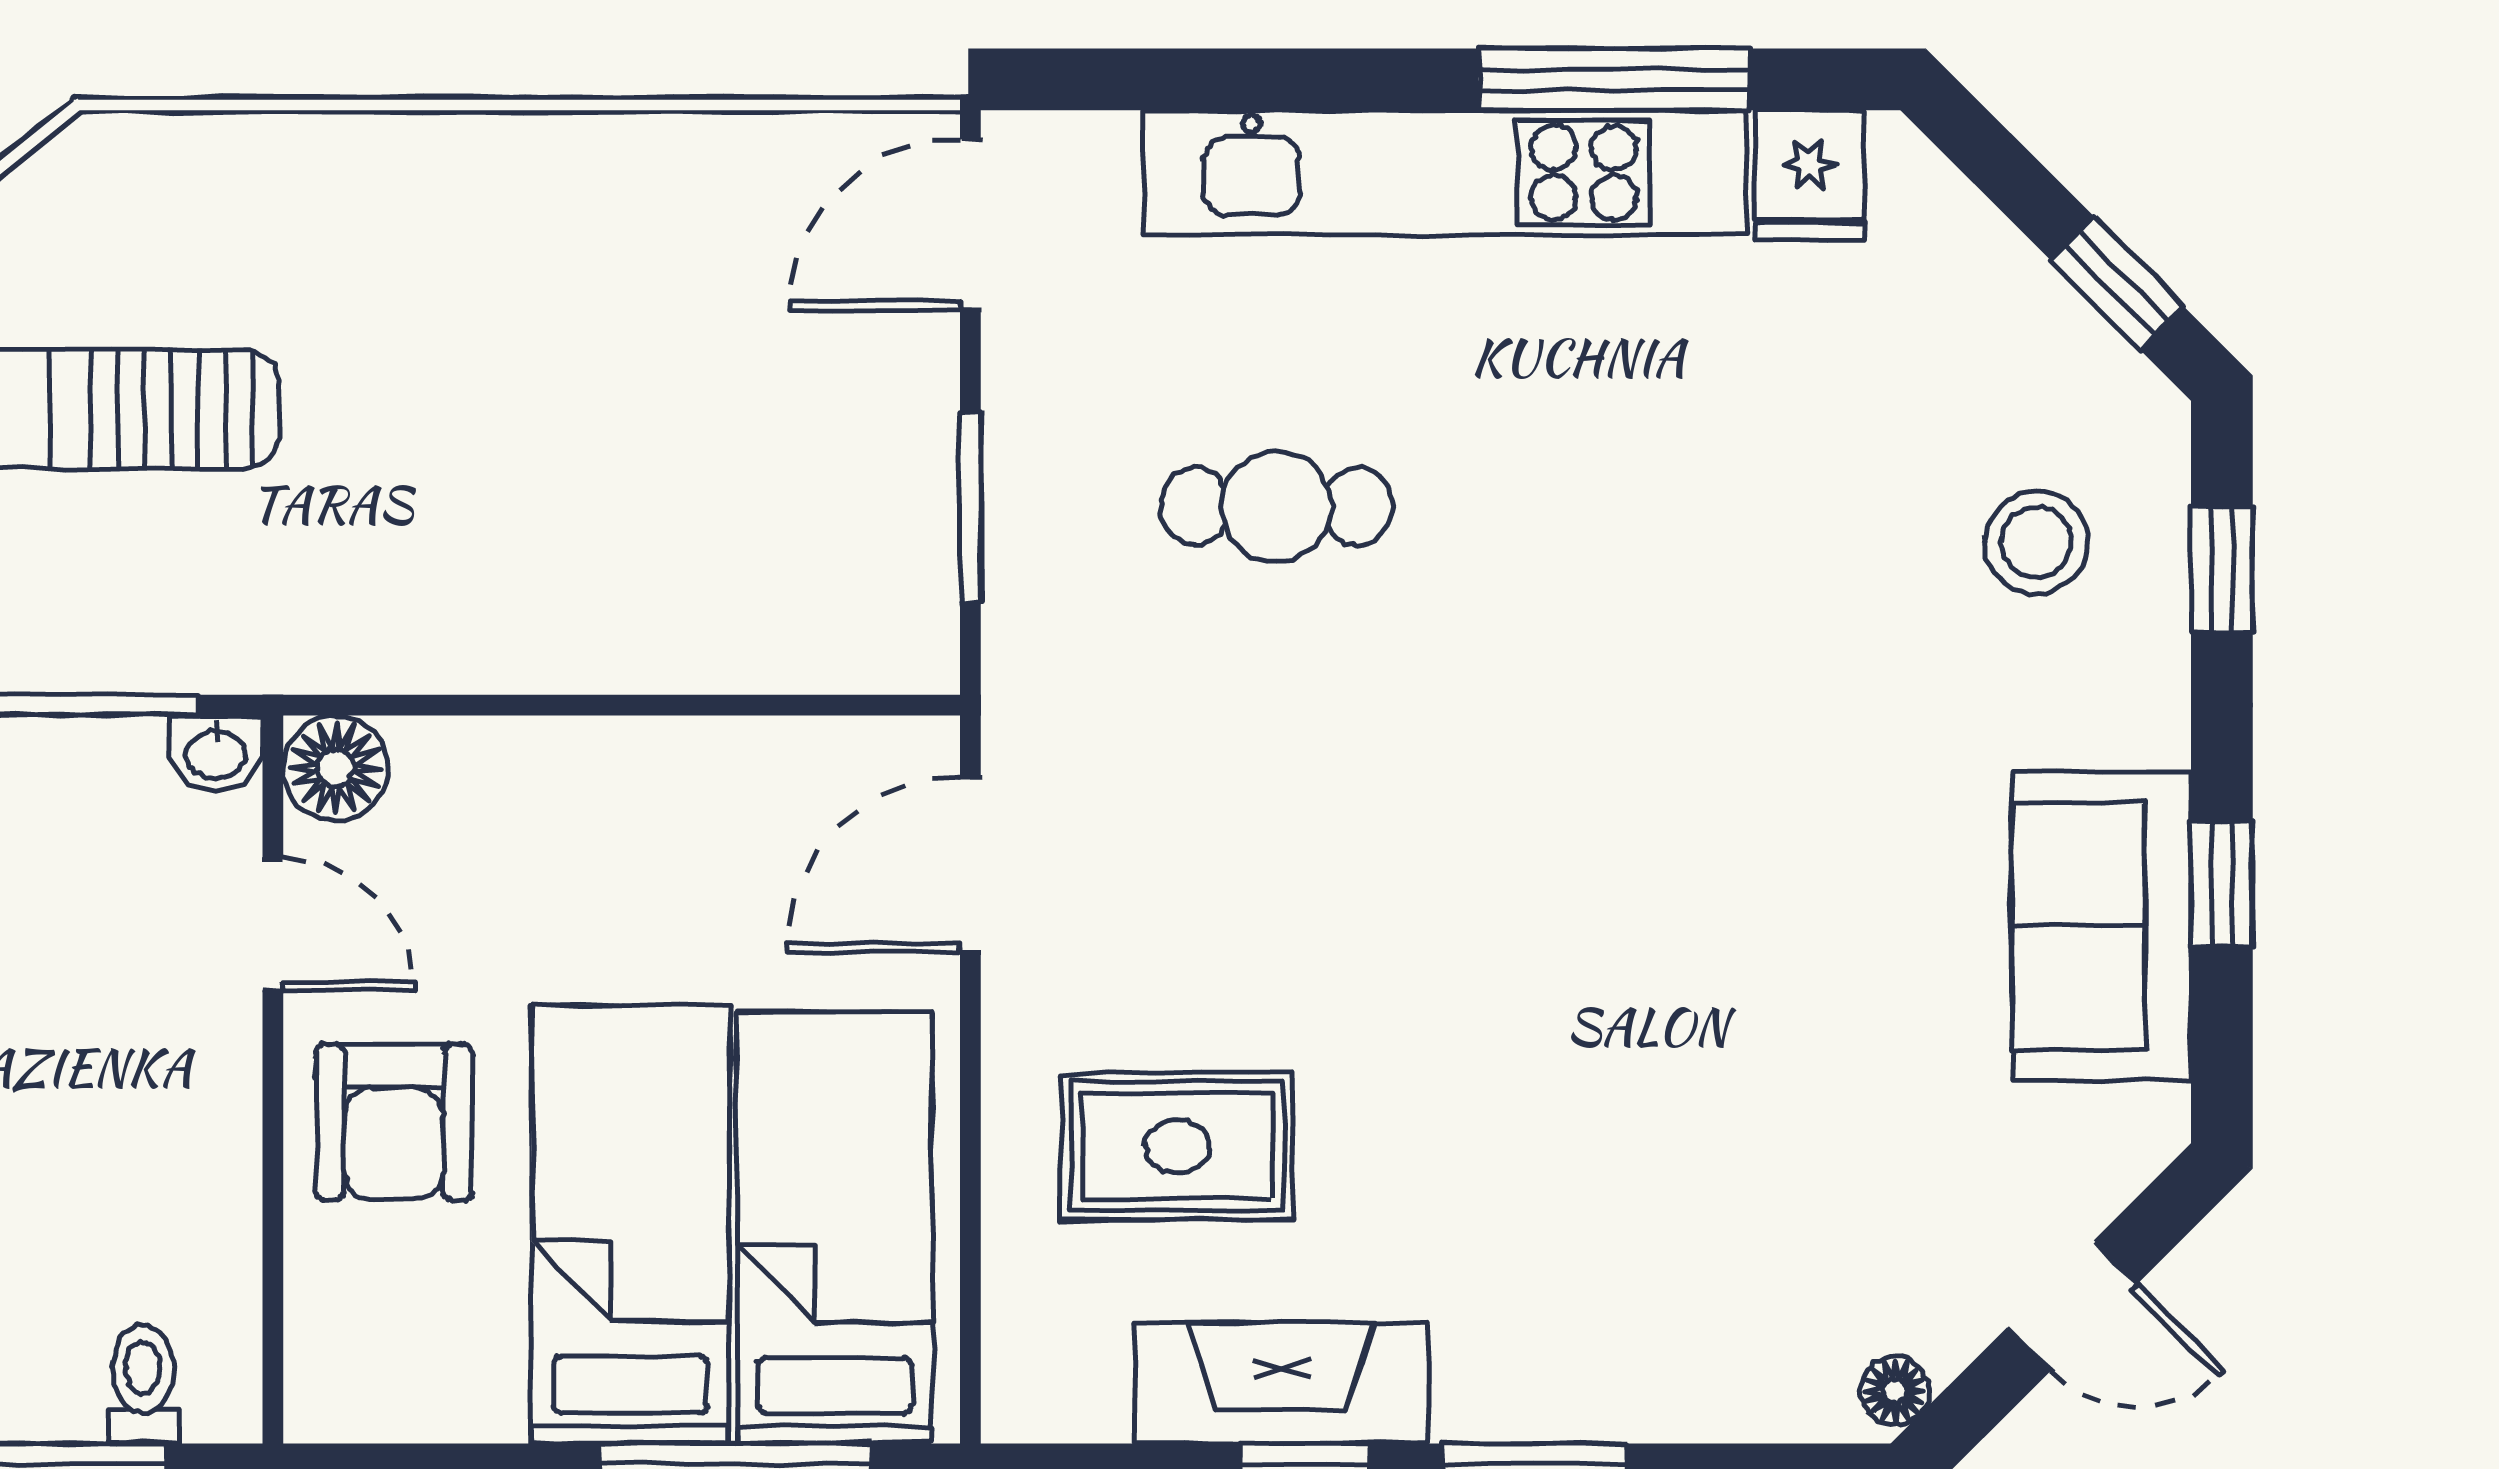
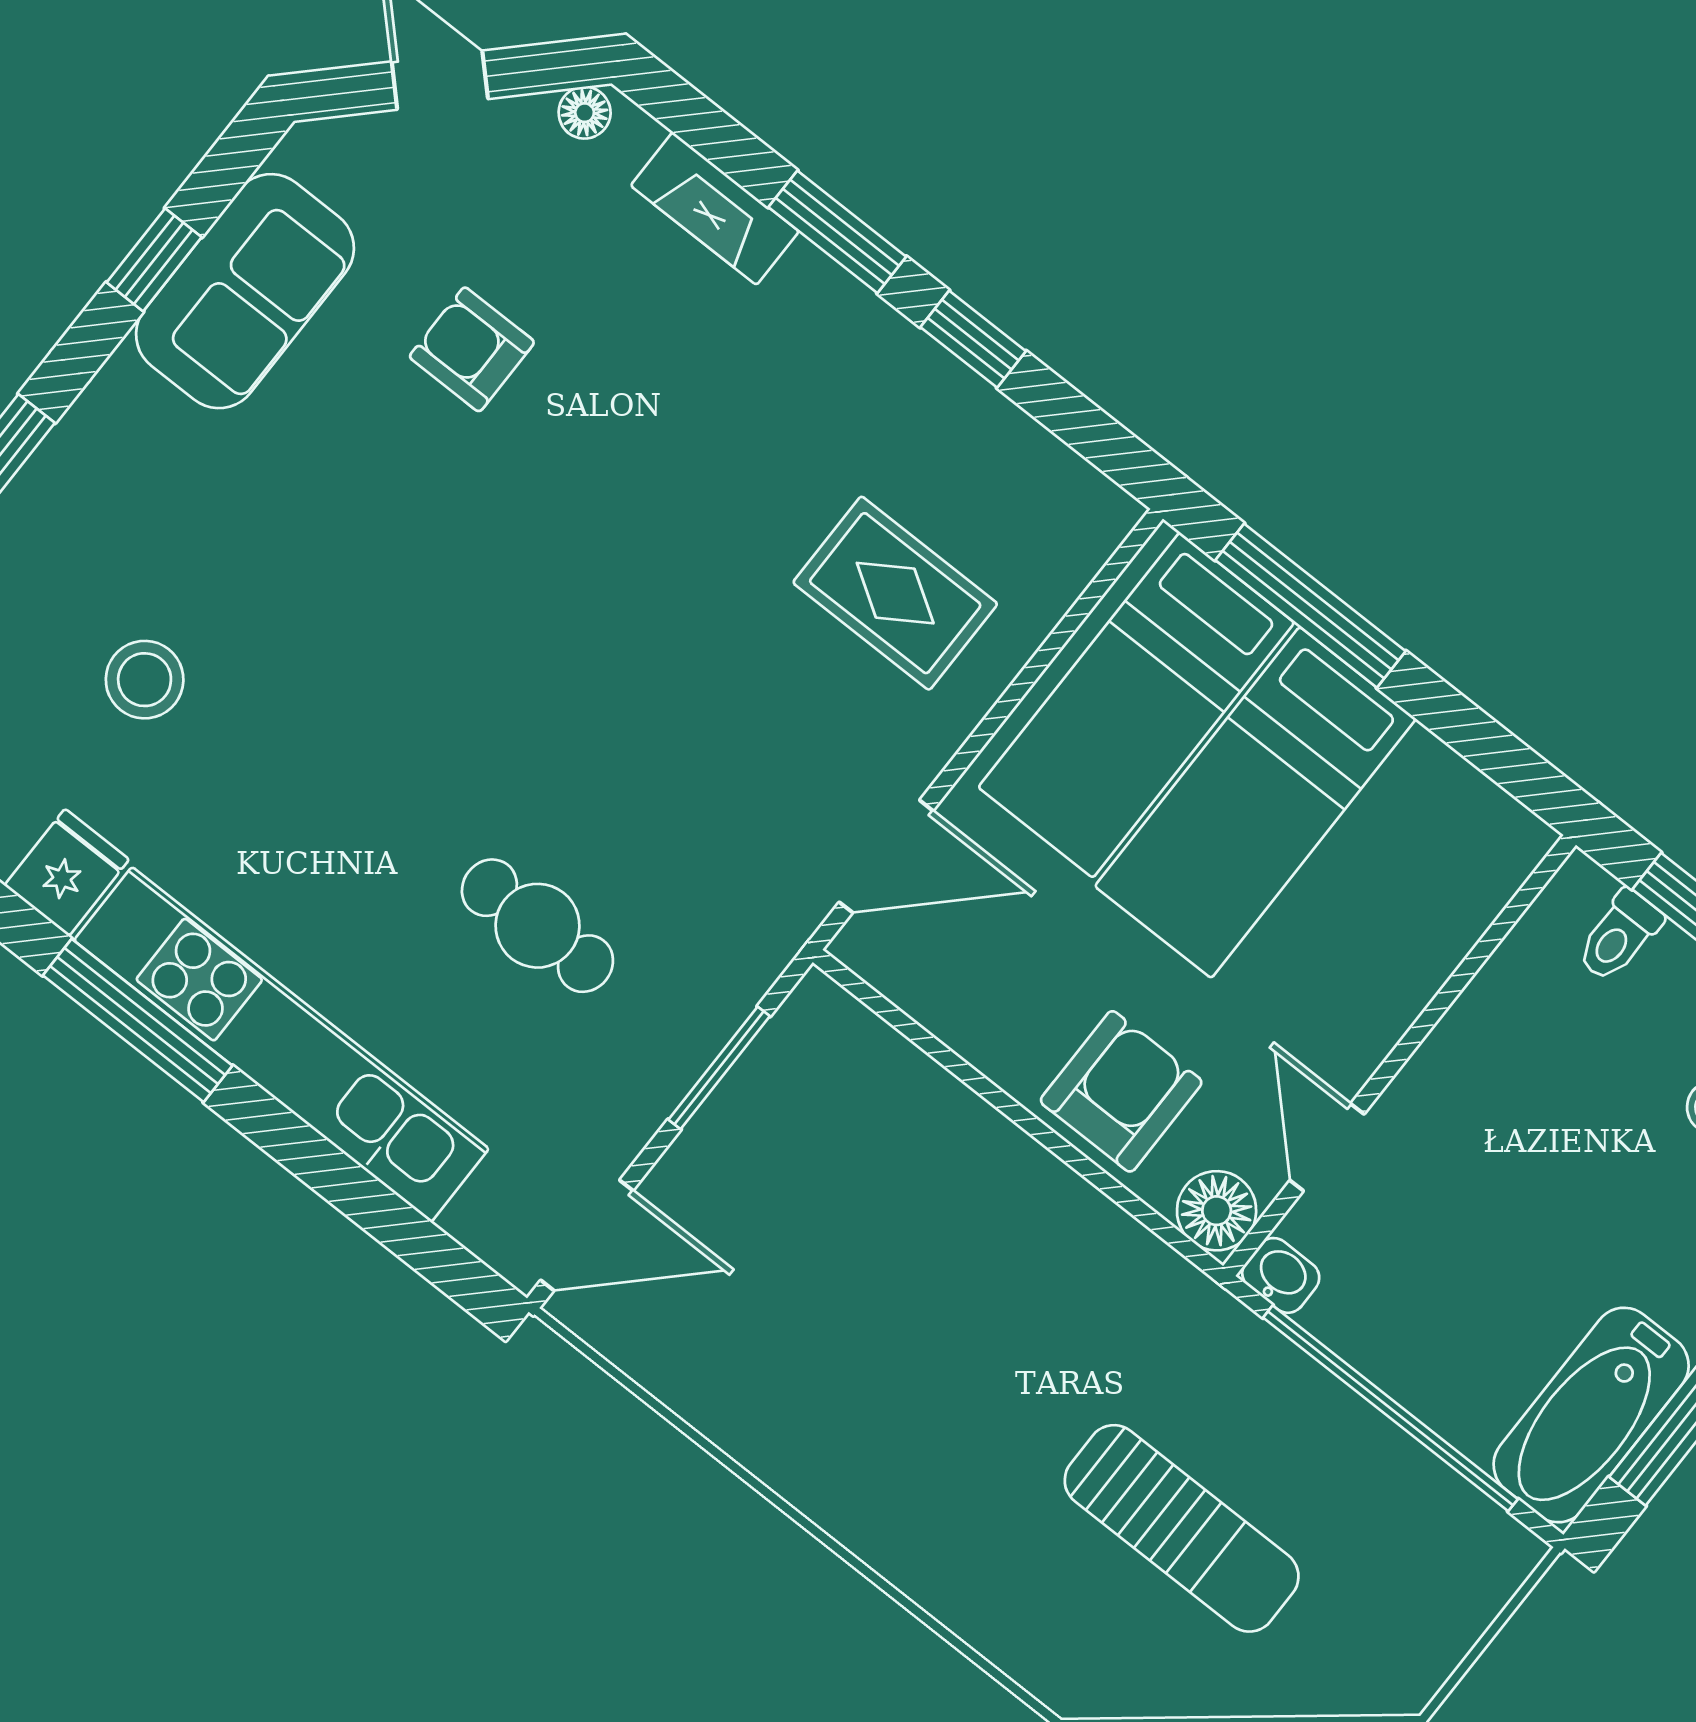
stool: (2036, 542) -> (145, 680), moved
armchair: (1818, 1052) -> (472, 349), added
armchair: (394, 1122) -> (1121, 1091), moved
fireplace: (1281, 1383) -> (715, 208), moved, width x0.73, depth x0.76

